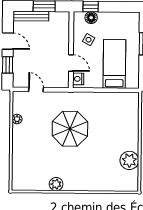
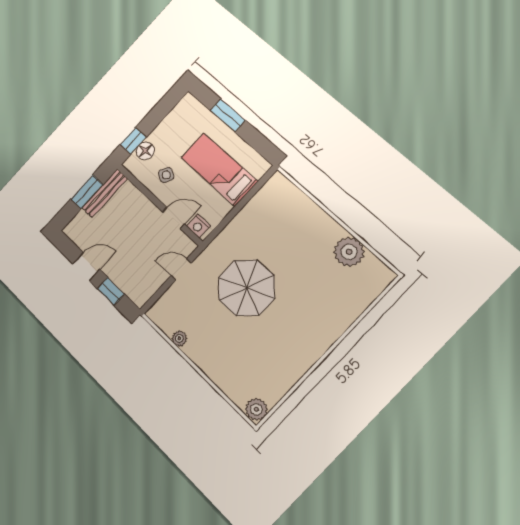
bench: (31, 16) -> (105, 193), moved
door: (36, 90) -> (181, 269), moved
plant: (56, 184) -> (256, 409), moved

